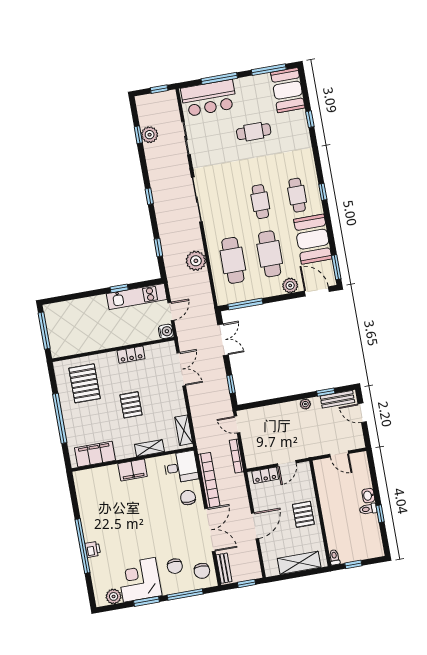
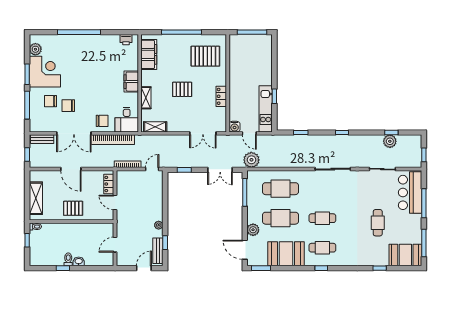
plant: (196, 261) -> (251, 160), moved
door: (317, 291) -> (245, 250), swing flipped
printer: (93, 549) -> (126, 40), moved
chair: (202, 571) -> (68, 106), moved

